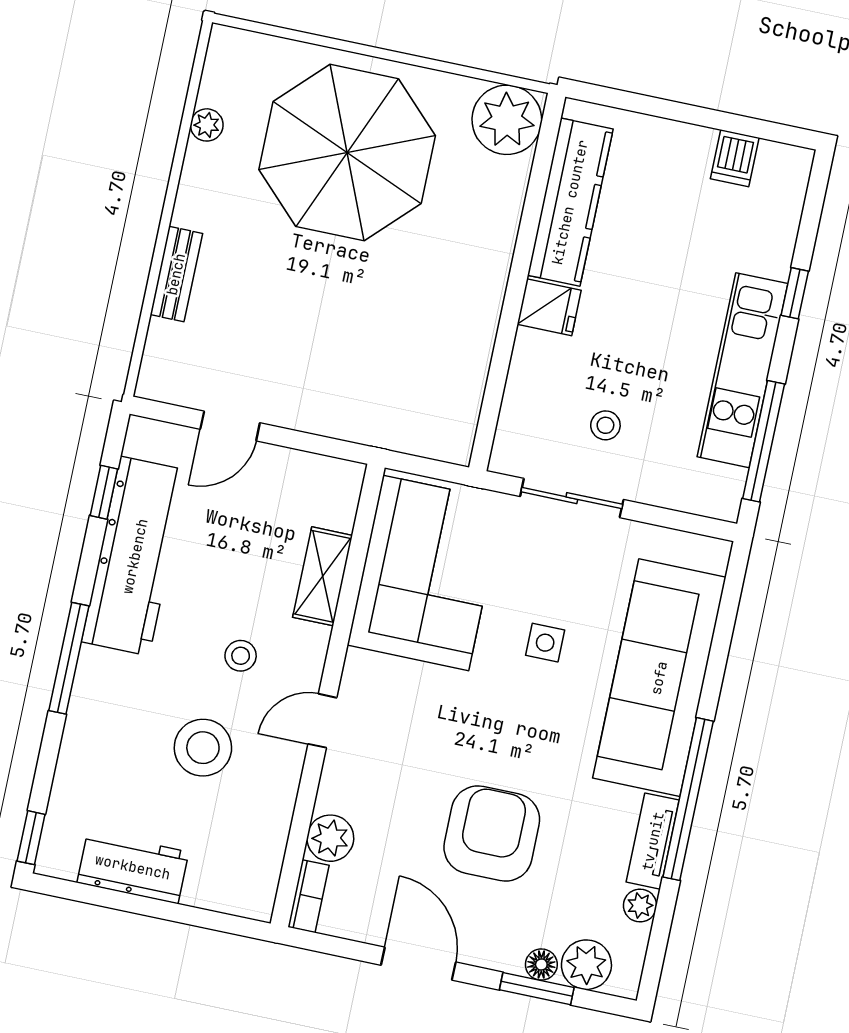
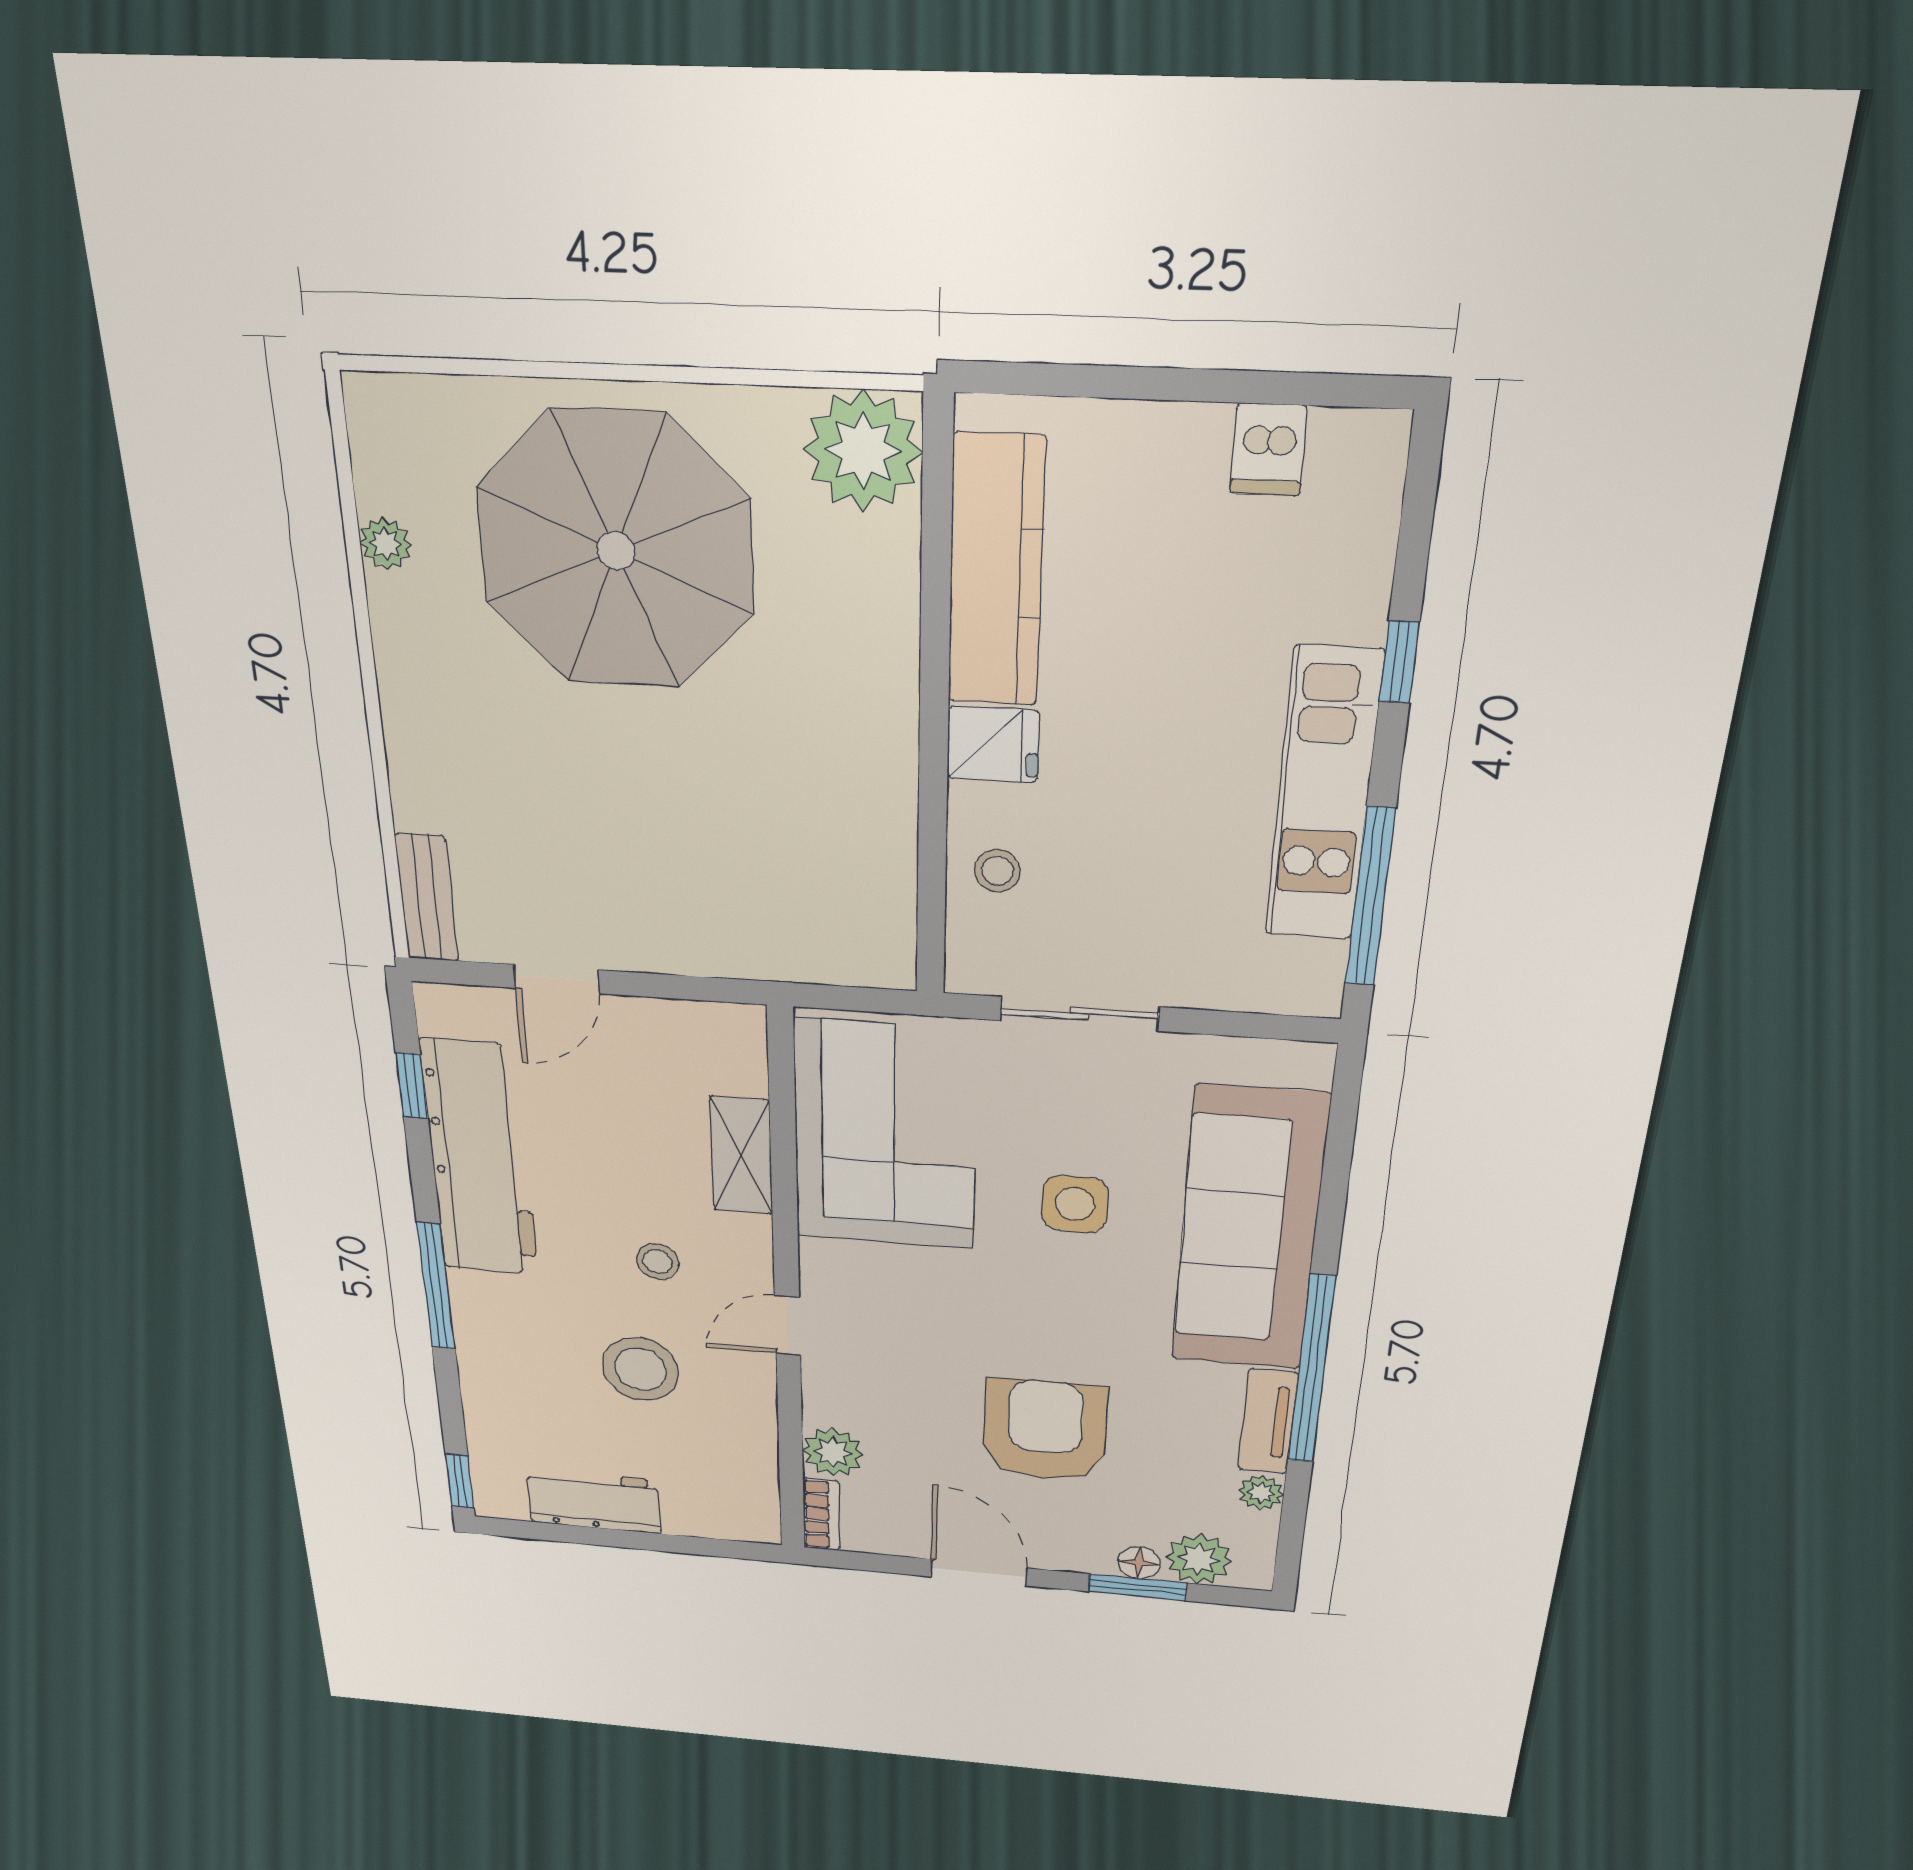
bench: (176, 274) -> (427, 898), moved
stool: (605, 425) -> (997, 871), moved
side table: (545, 643) -> (1075, 1204), width x1.37, depth x1.37

